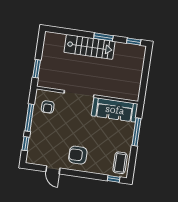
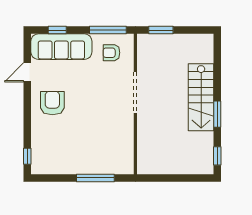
sofa: (115, 110) -> (61, 47), moved, turned -90
window: (29, 118) -> (108, 30), moved
coffee table: (120, 163) -> (50, 162), removed

